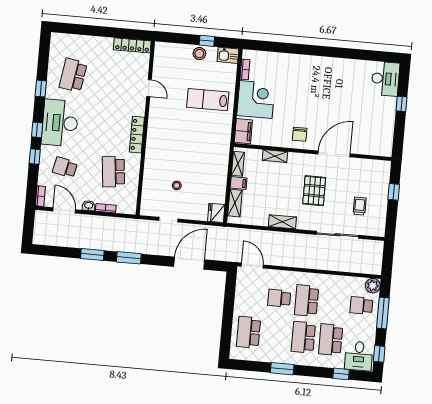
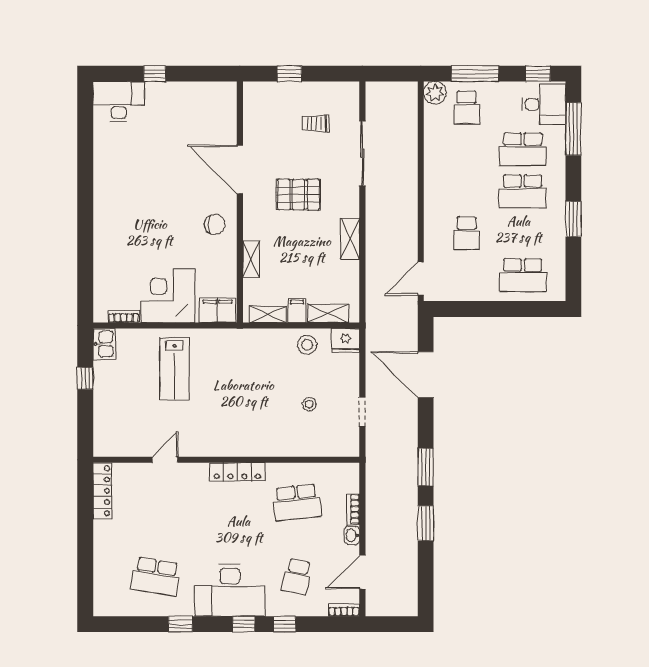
stool: (199, 54) -> (307, 345), moved
school desk: (307, 301) -> (467, 191), removed
window: (341, 374) -> (573, 129), width x2.17

